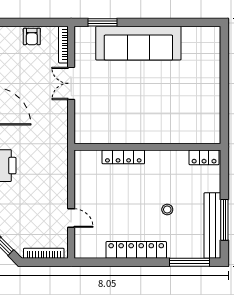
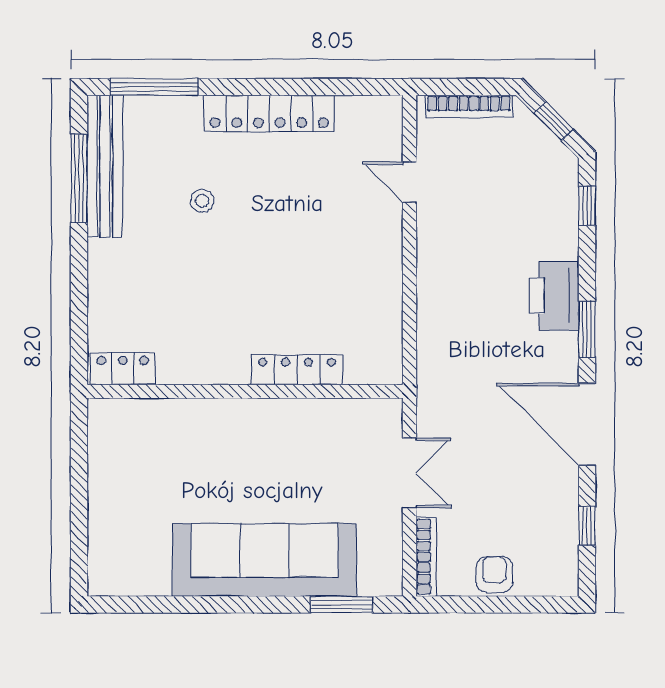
wall: (147, 147) -> (245, 391), moved
locker: (123, 157) -> (297, 370), moved
locker: (204, 157) -> (123, 369), moved

